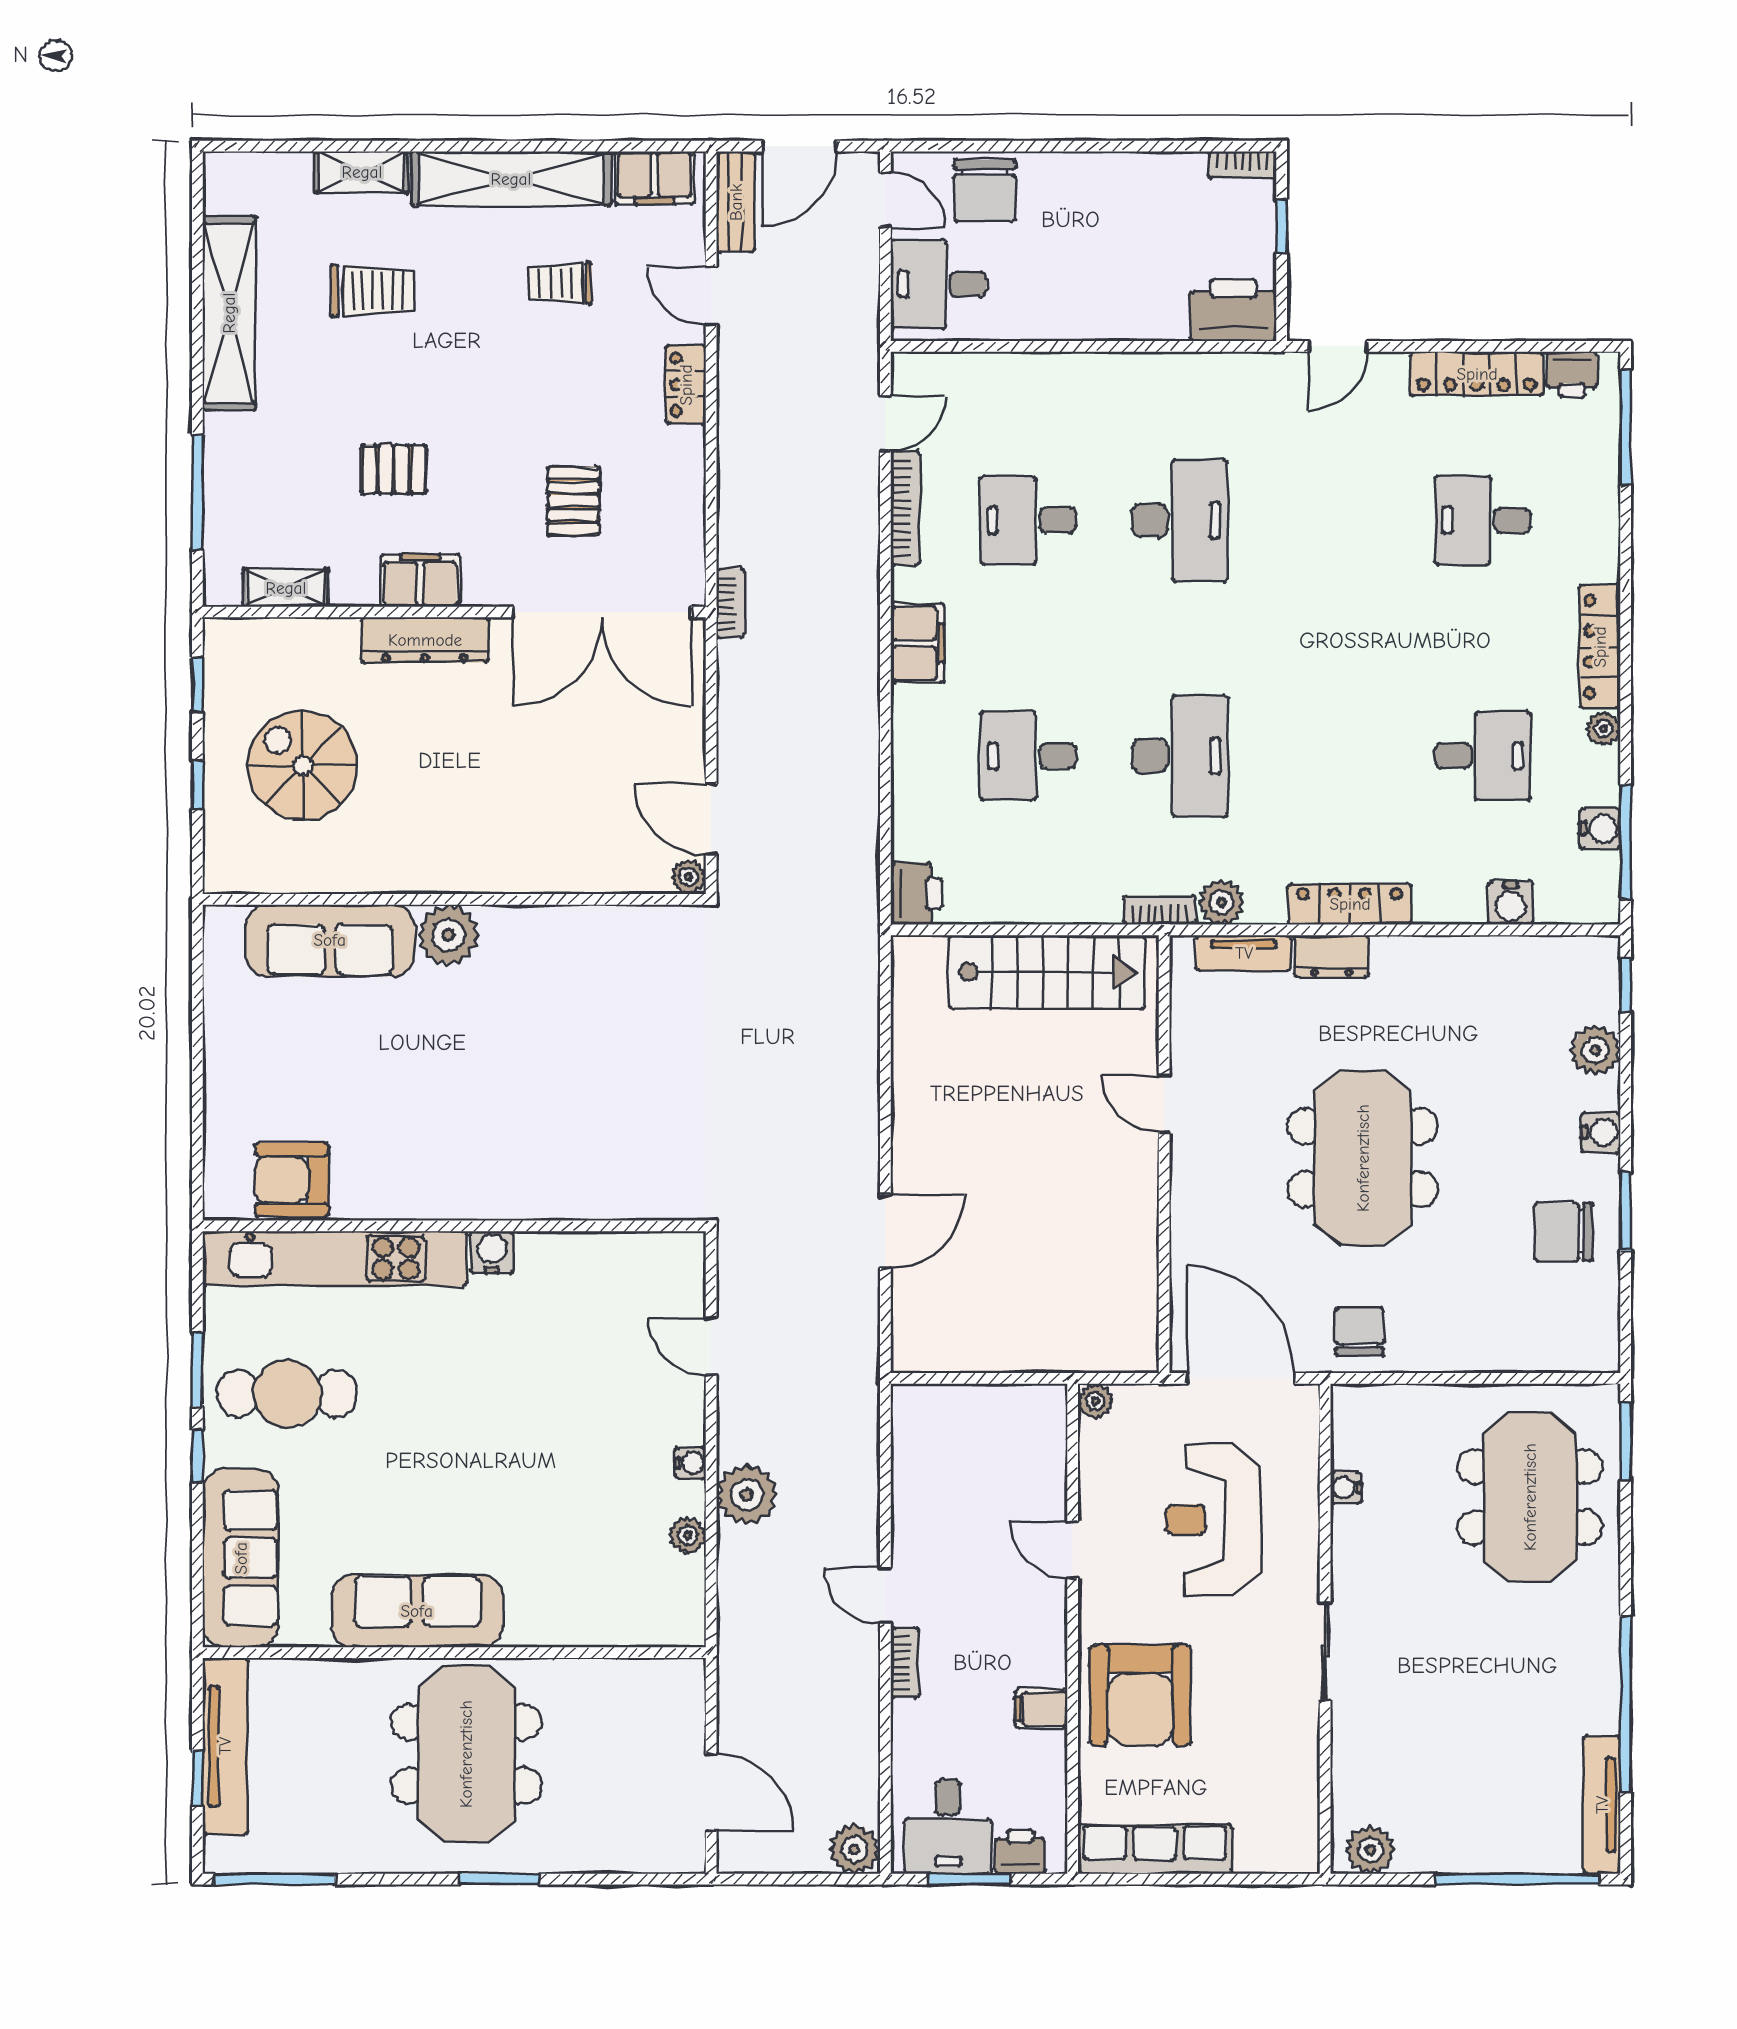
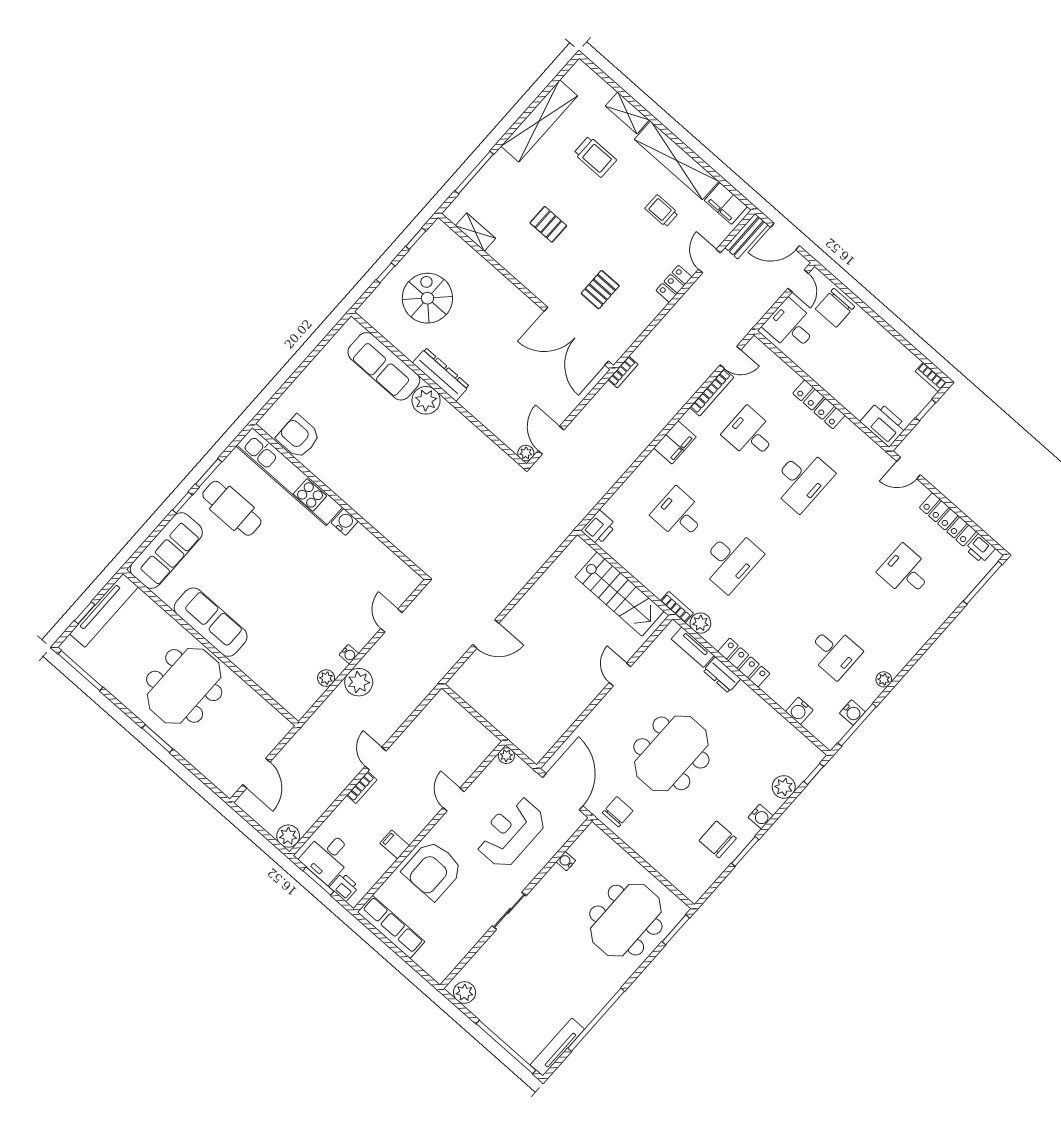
filing cabinet: (420, 580) -> (524, 270), removed
dresser: (425, 640) -> (441, 375), moved, turned 180
locker: (1600, 647) -> (819, 404), moved, turned -90

